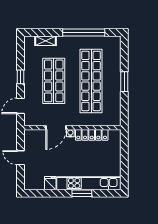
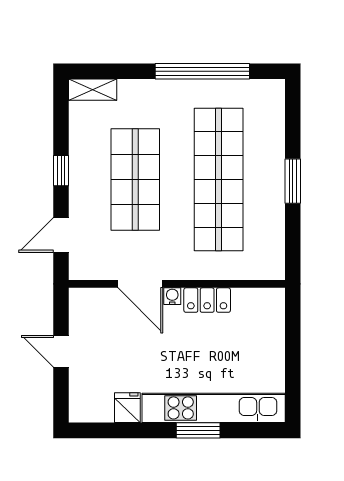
shelving: (45, 41) -> (93, 90), moved
door: (56, 128) -> (140, 284), hinge flipped
locker: (92, 135) -> (207, 300), width x0.66

